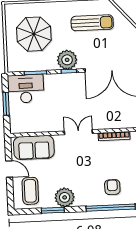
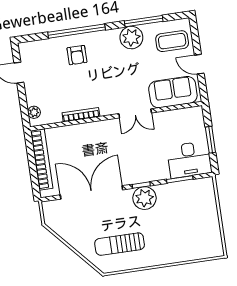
parasol: (34, 34) -> (186, 224), removed
double door: (78, 132) -> (135, 113), moved
coffee table: (30, 191) -> (172, 41), turned 90
window: (53, 210) -> (144, 21), width x1.44

